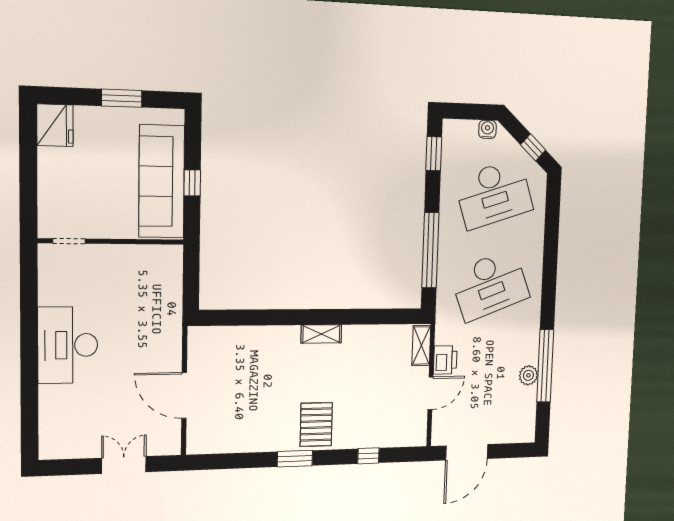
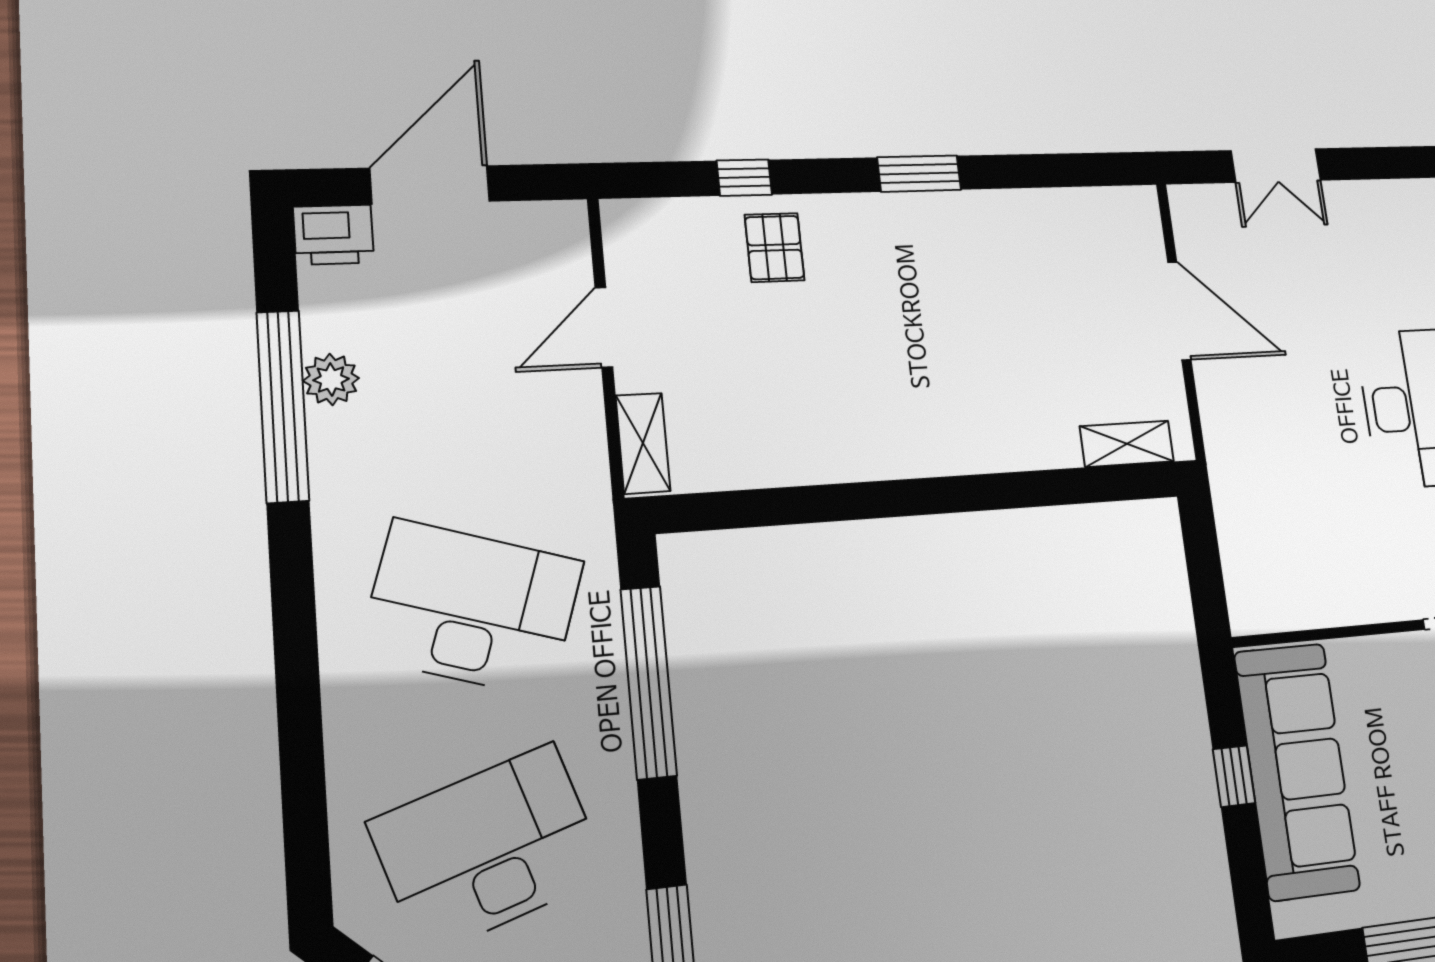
desk: (490, 285) -> (472, 608), turned 39
shelving: (321, 334) -> (1127, 444), moved
printer: (445, 360) -> (334, 235), moved, turned -90
pallet: (316, 424) -> (774, 248), moved, width x0.67, depth x0.71
door: (467, 452) -> (430, 185), moved

